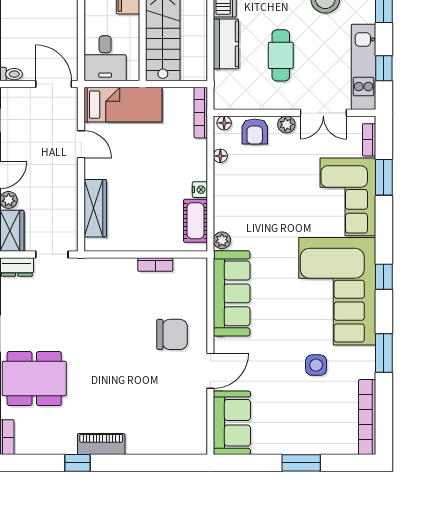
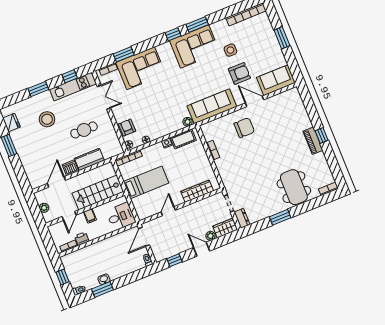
bed: (123, 105) -> (146, 182), moved, turned 90
plant: (286, 124) -> (117, 113), removed
armchair: (255, 132) -> (127, 128), turned -90
corner sofa: (337, 291) -> (195, 47), width x0.73, depth x0.74
chair: (172, 334) -> (244, 128), turned 90
window: (384, 353) -> (197, 25), moved
armchair: (269, 364) -> (239, 73), added
window: (77, 463) -> (322, 136), moved

